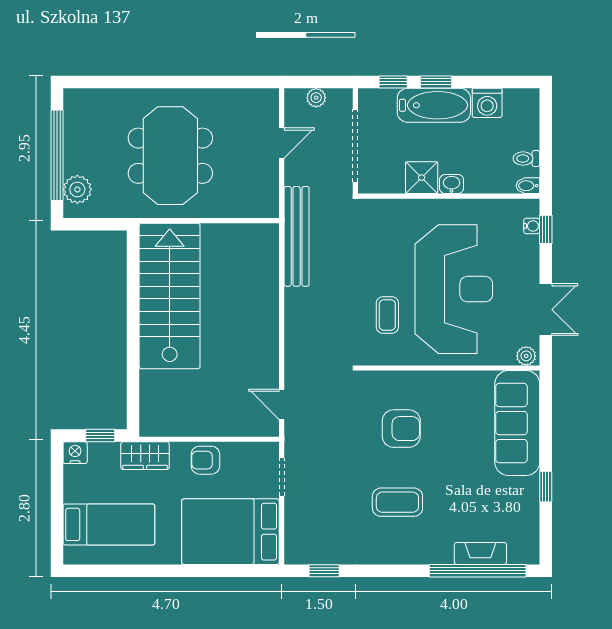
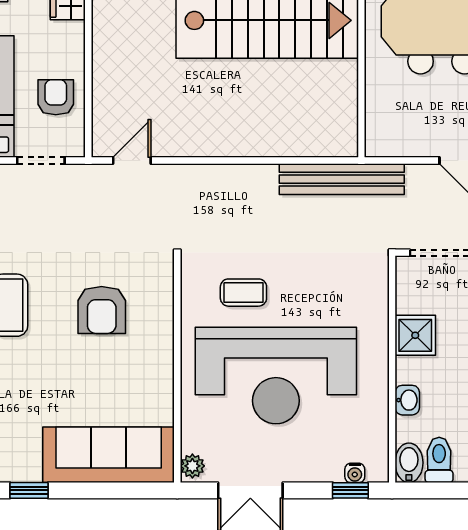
toilet: (526, 159) -> (439, 460), width x1.37, depth x1.39
washbasin: (452, 184) -> (407, 400), moved
bidet: (528, 186) -> (409, 463), width x1.38, depth x1.36
armchair: (205, 460) -> (56, 97), moved

